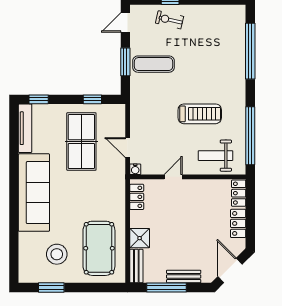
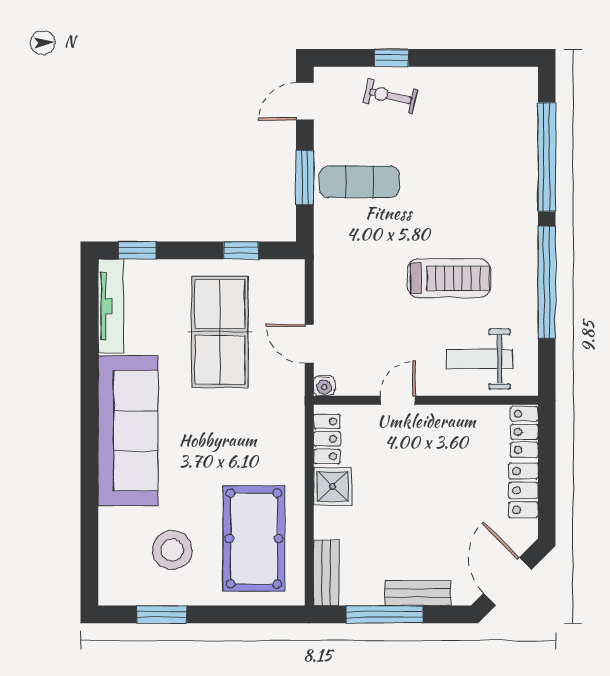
window: (250, 136) -> (547, 282), moved
shower: (140, 238) -> (333, 486), moved

